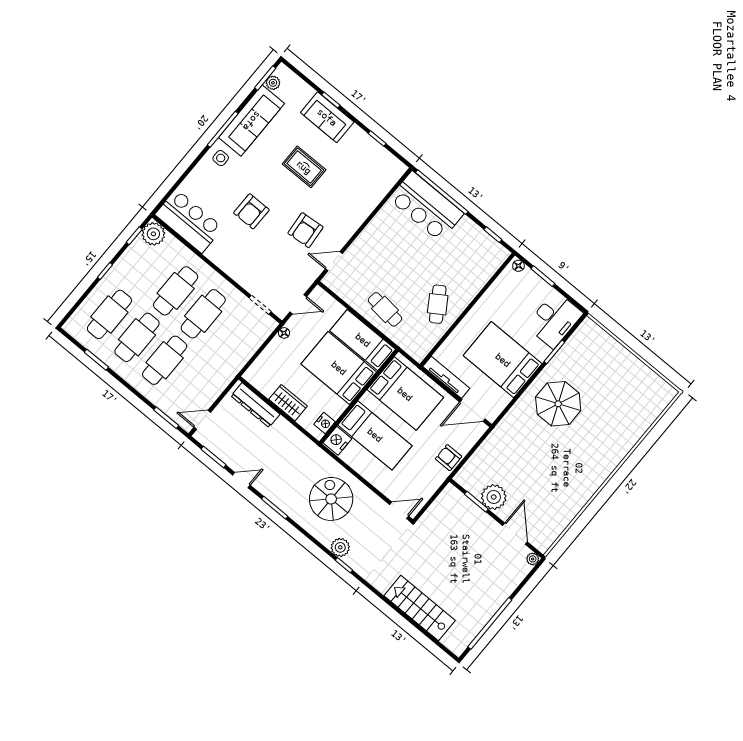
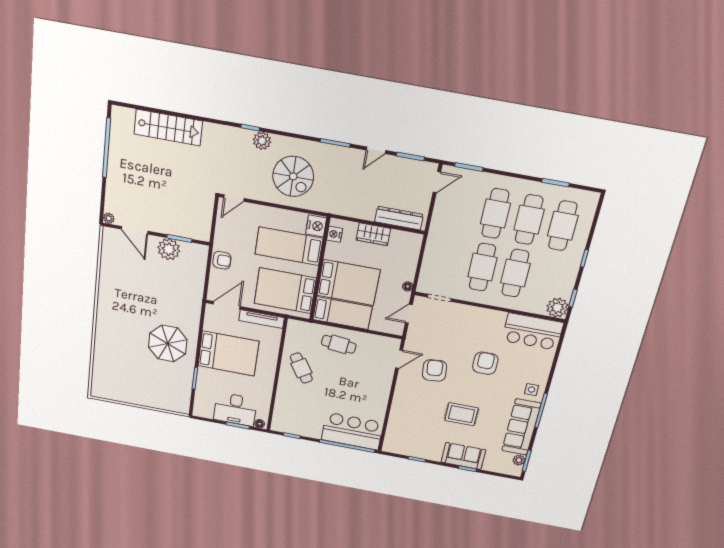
desk: (554, 320) -> (235, 409), moved, turned -90

